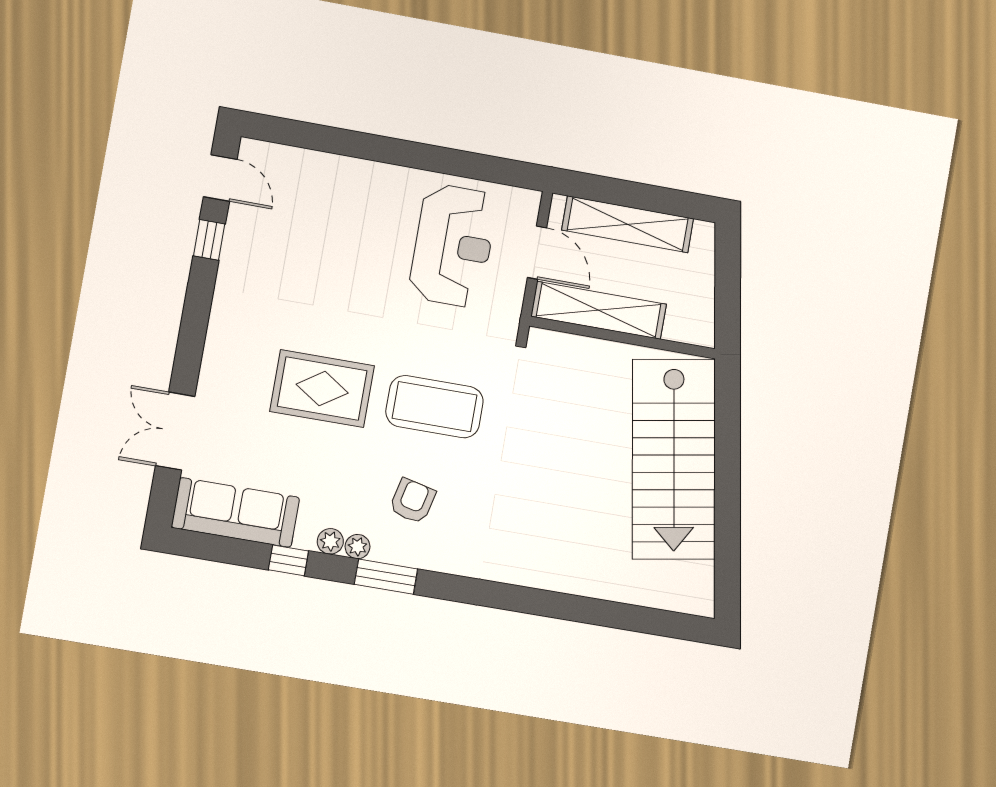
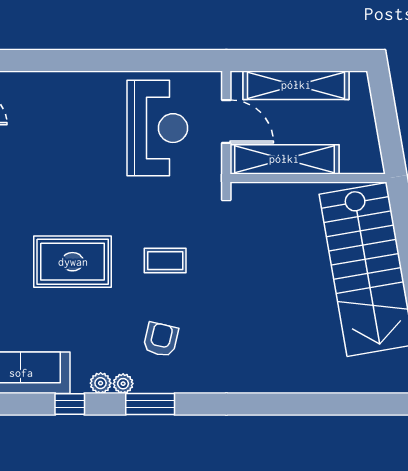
coffee table: (435, 407) -> (165, 261), width x0.54, depth x0.58

